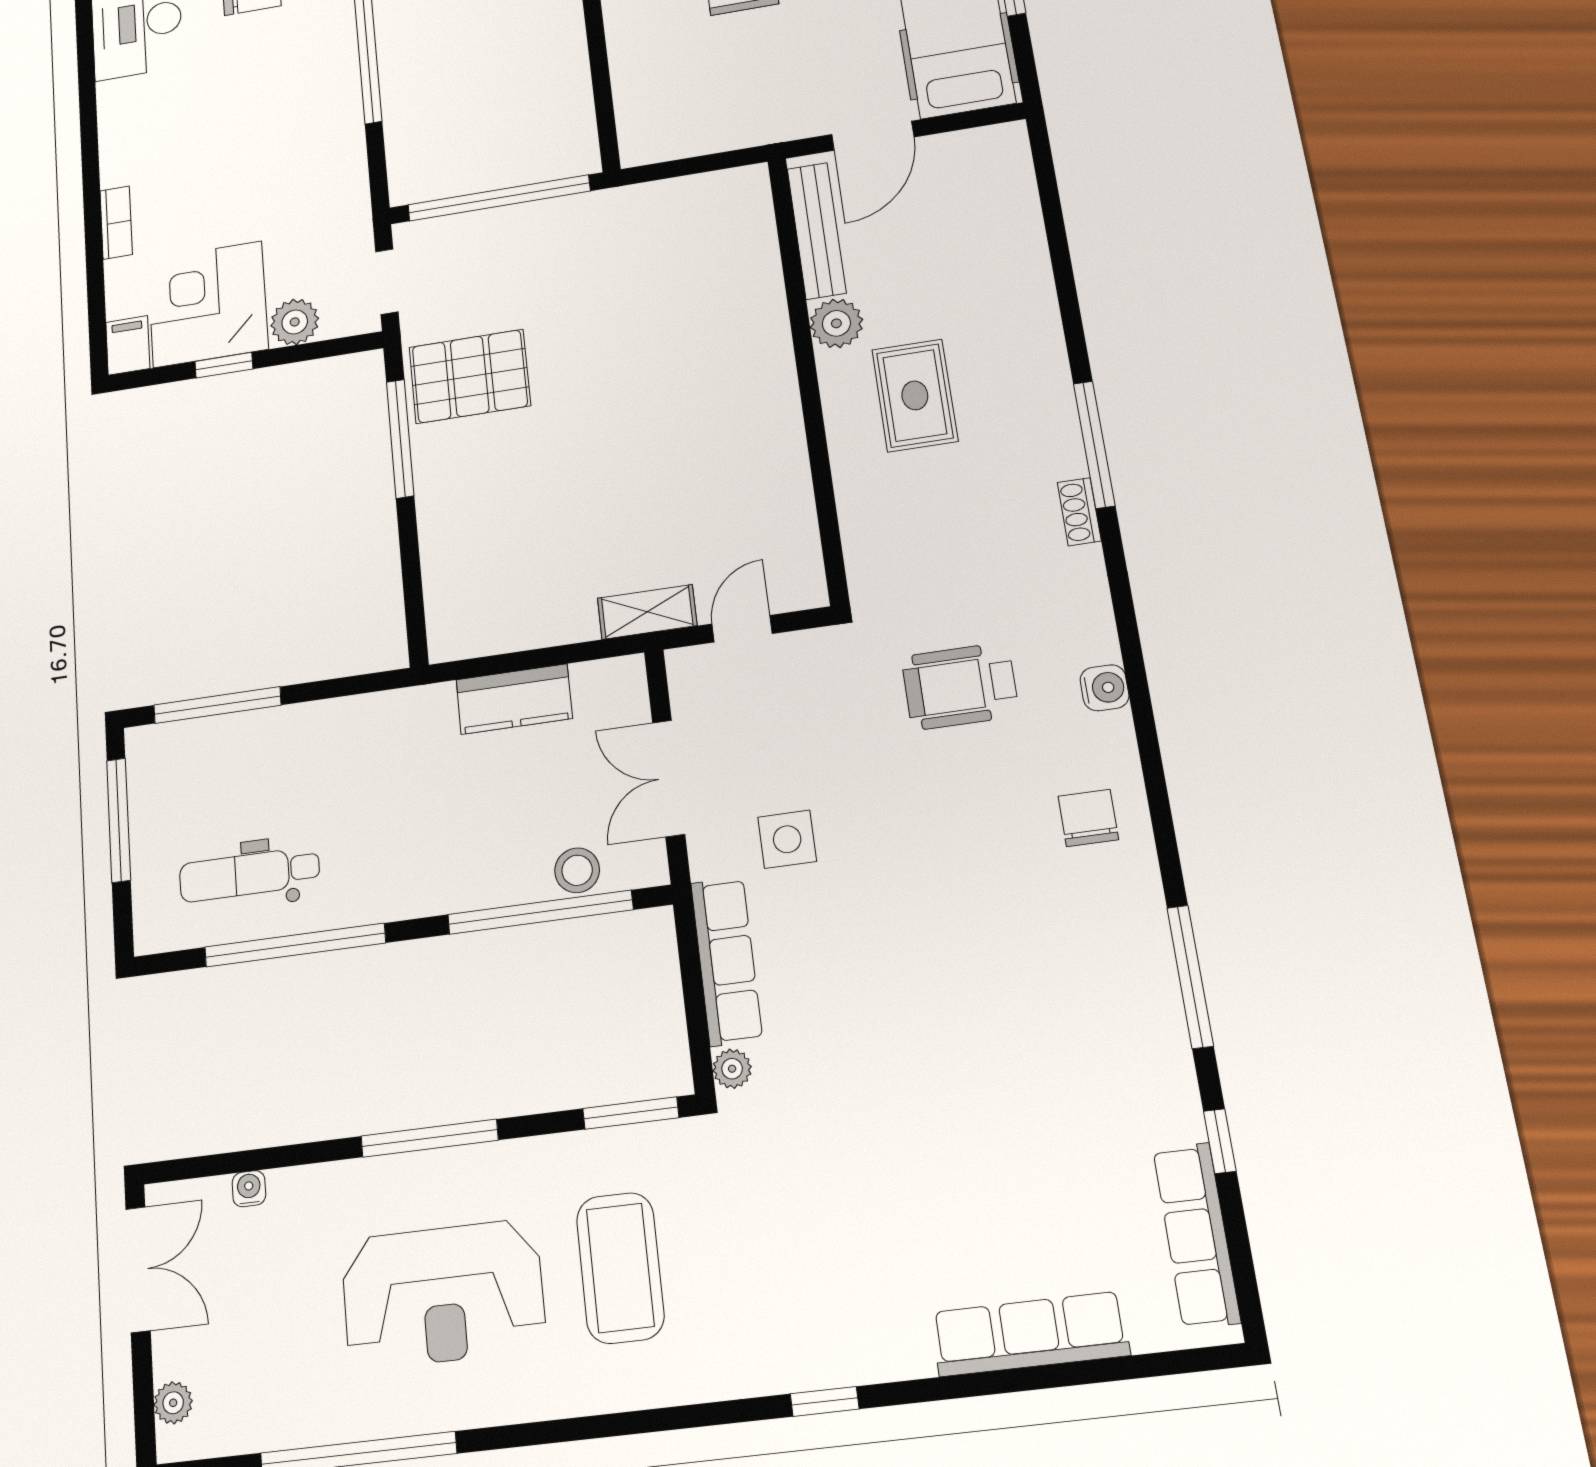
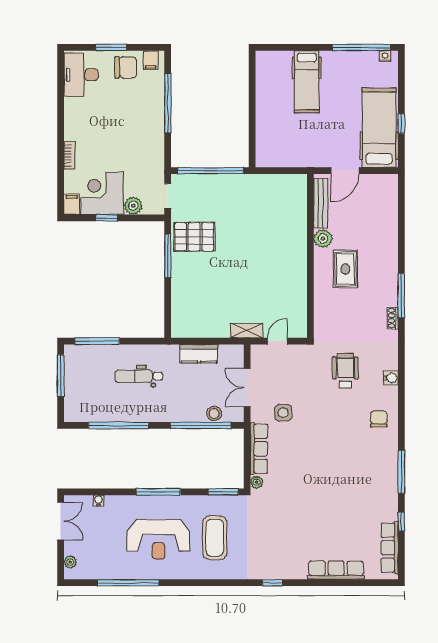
wheelchair: (960, 686) -> (345, 371), turned 90
dental chair: (249, 874) -> (139, 376), moved

